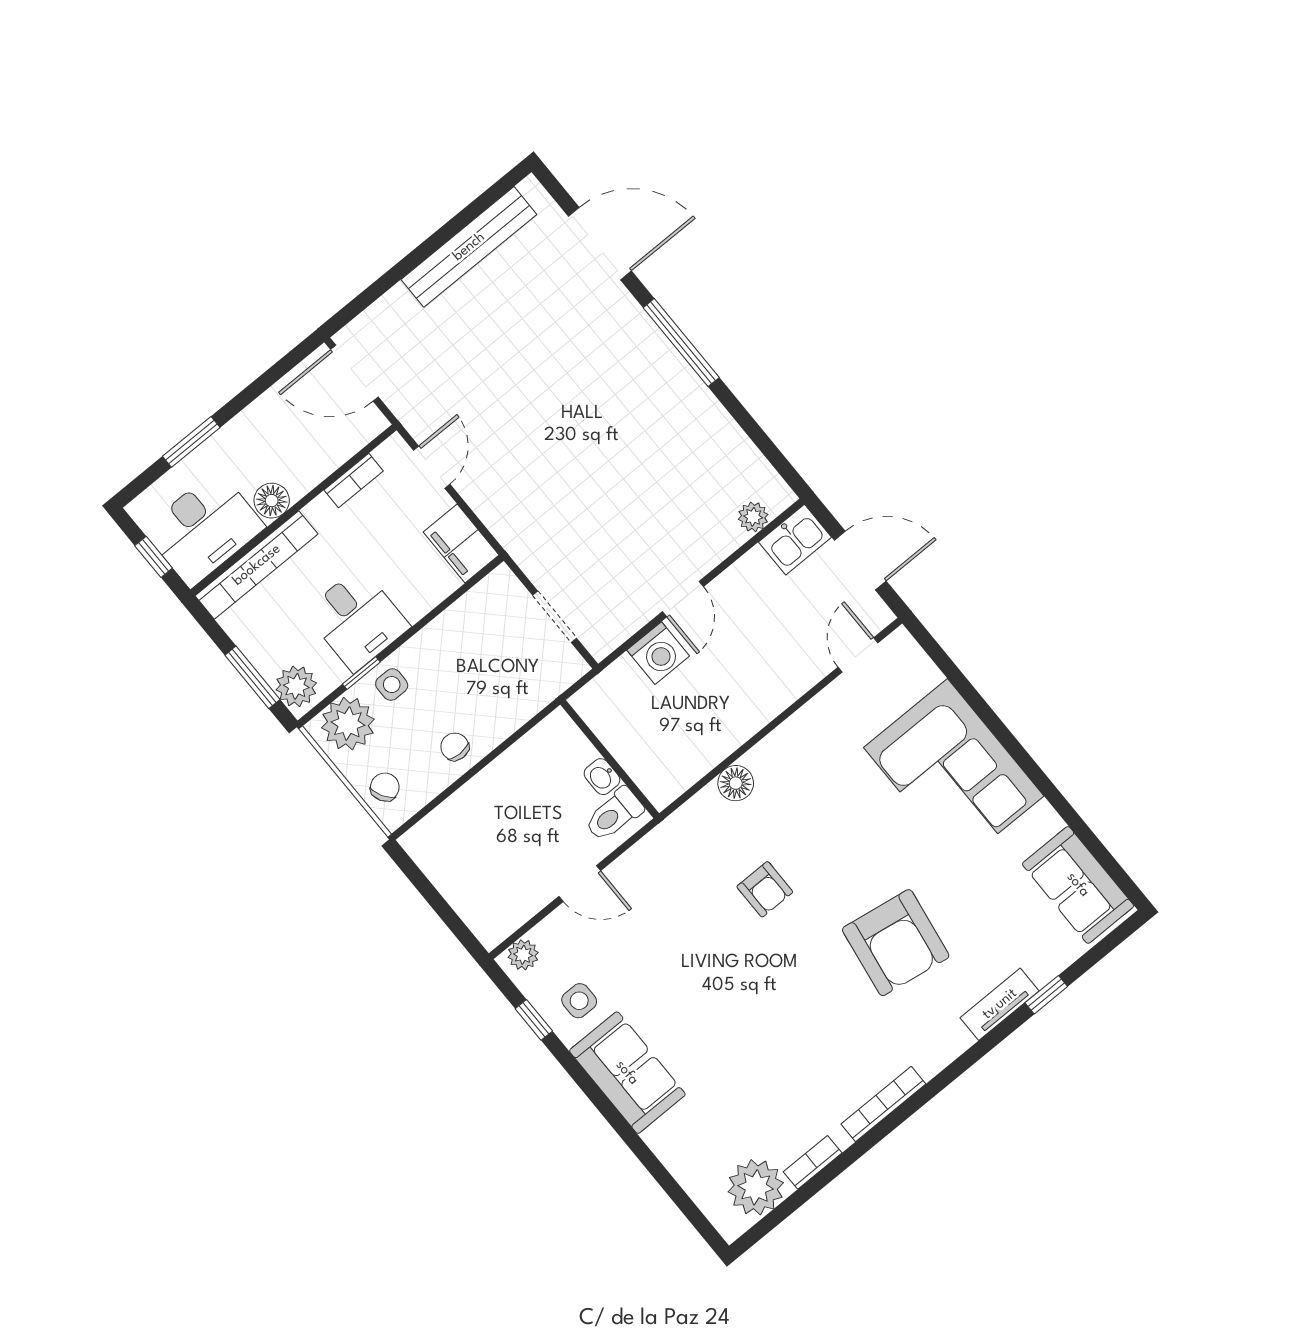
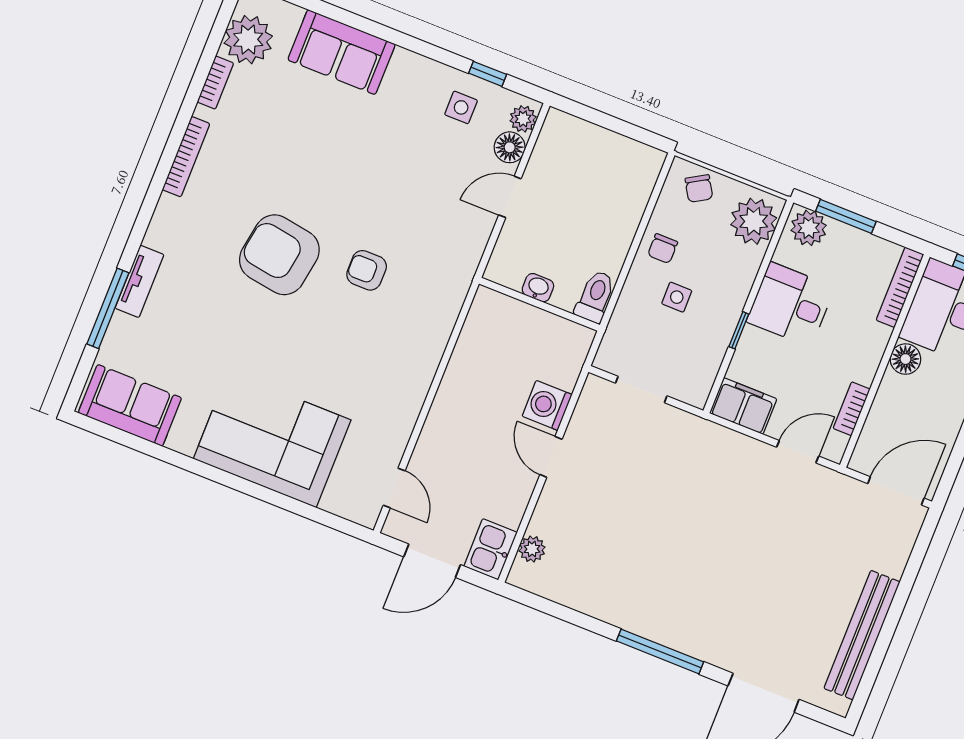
door: (432, 467) -> (798, 452), swing flipped
bookcase: (257, 565) -> (900, 287), width x0.68, depth x0.76
window: (361, 673) -> (739, 330), moved
side table: (392, 685) -> (677, 297), moved
chair: (455, 747) -> (663, 249), turned 90
floor lamp: (736, 783) -> (510, 147), moved
toilet: (614, 815) -> (595, 297), moved
armchair: (896, 943) -> (279, 255), moved
window: (1046, 995) -> (108, 308), width x2.17
sofa: (627, 1073) -> (342, 52), moved

